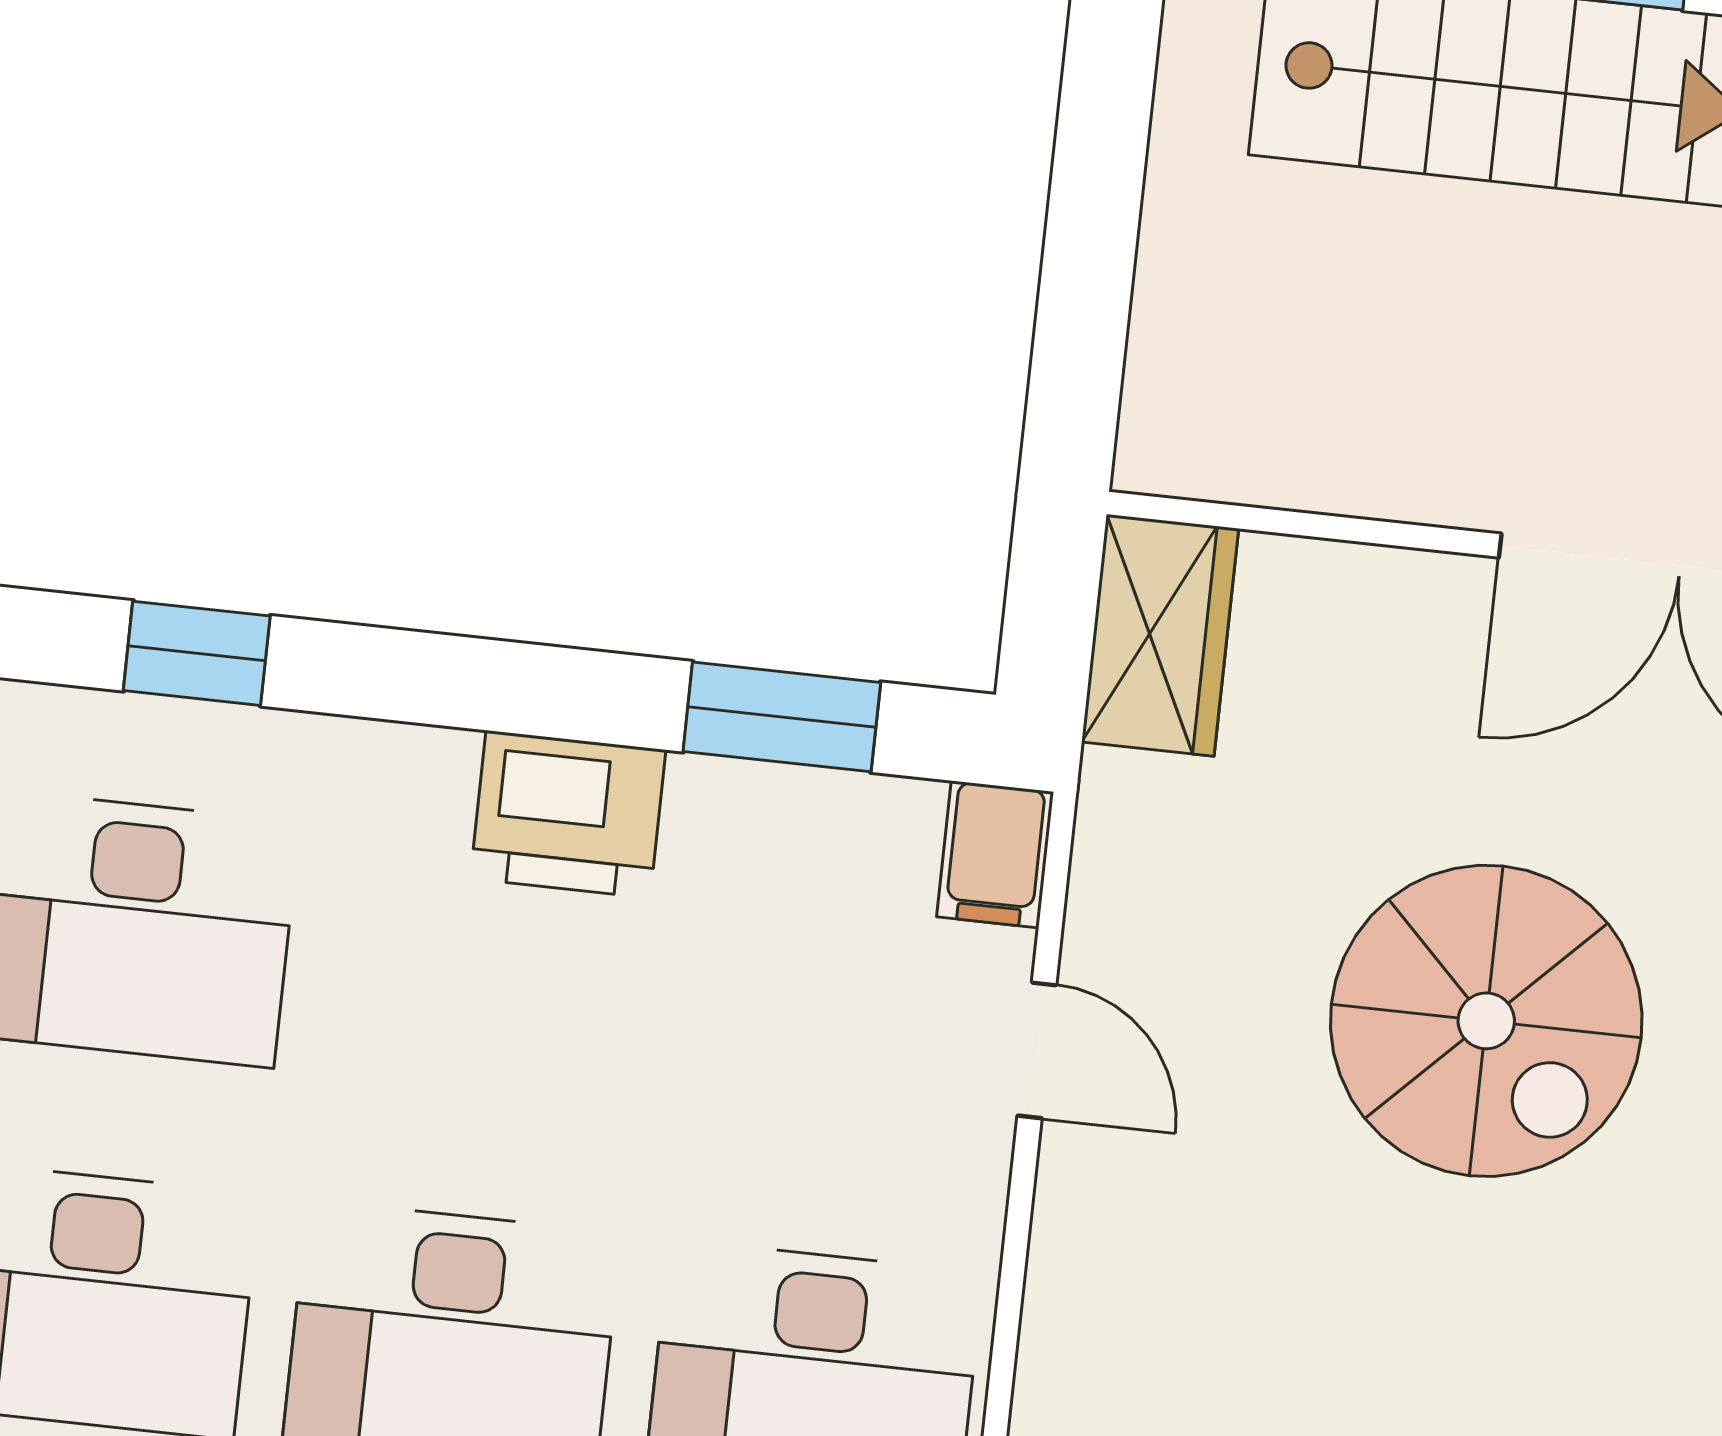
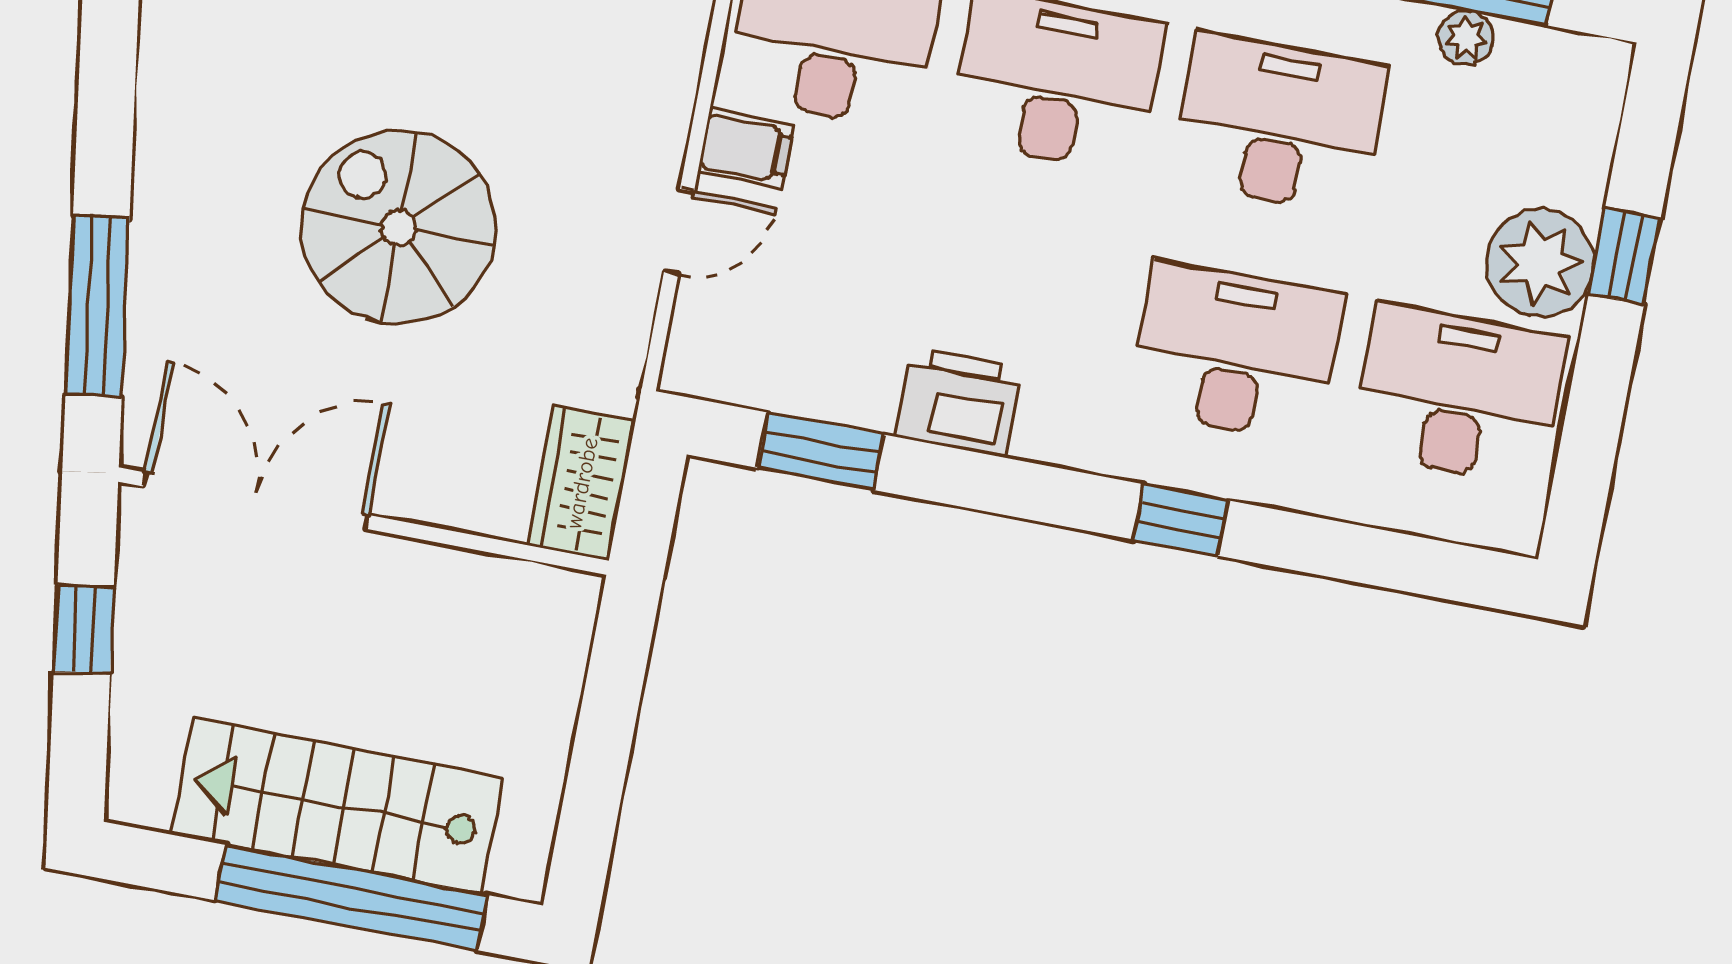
filing cabinet: (995, 854) -> (746, 148), moved, turned 90
door: (1037, 1050) -> (679, 231), swing flipped

